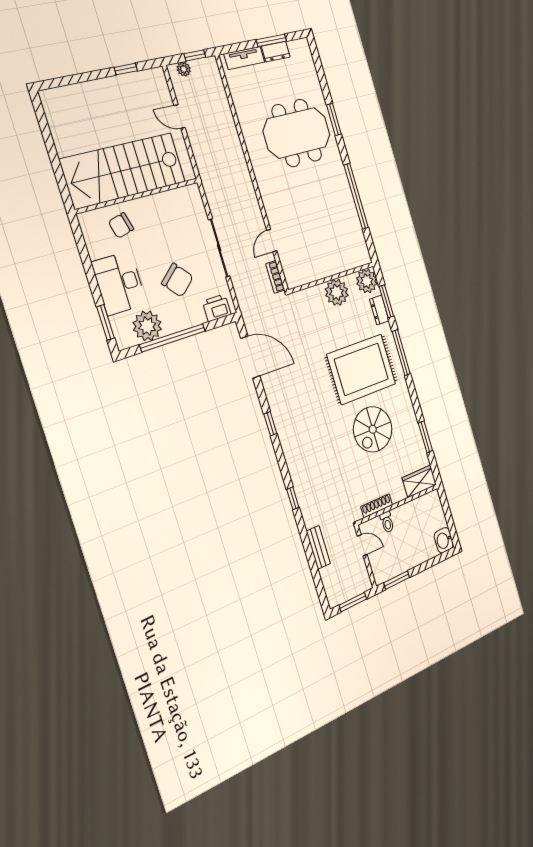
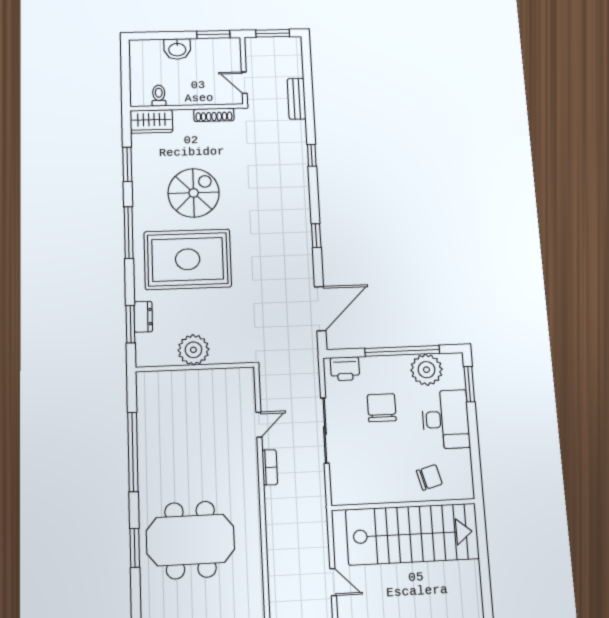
bookcase: (275, 277) -> (270, 467), moved
chair: (177, 280) -> (382, 408), turned 41
plant: (367, 281) -> (150, 353), removed
window: (401, 353) -> (129, 233), moved
door: (250, 357) -> (320, 309), swing flipped
toilet: (387, 522) -> (159, 96), moved
washbasin: (444, 540) -> (177, 49), moved, turned 90

